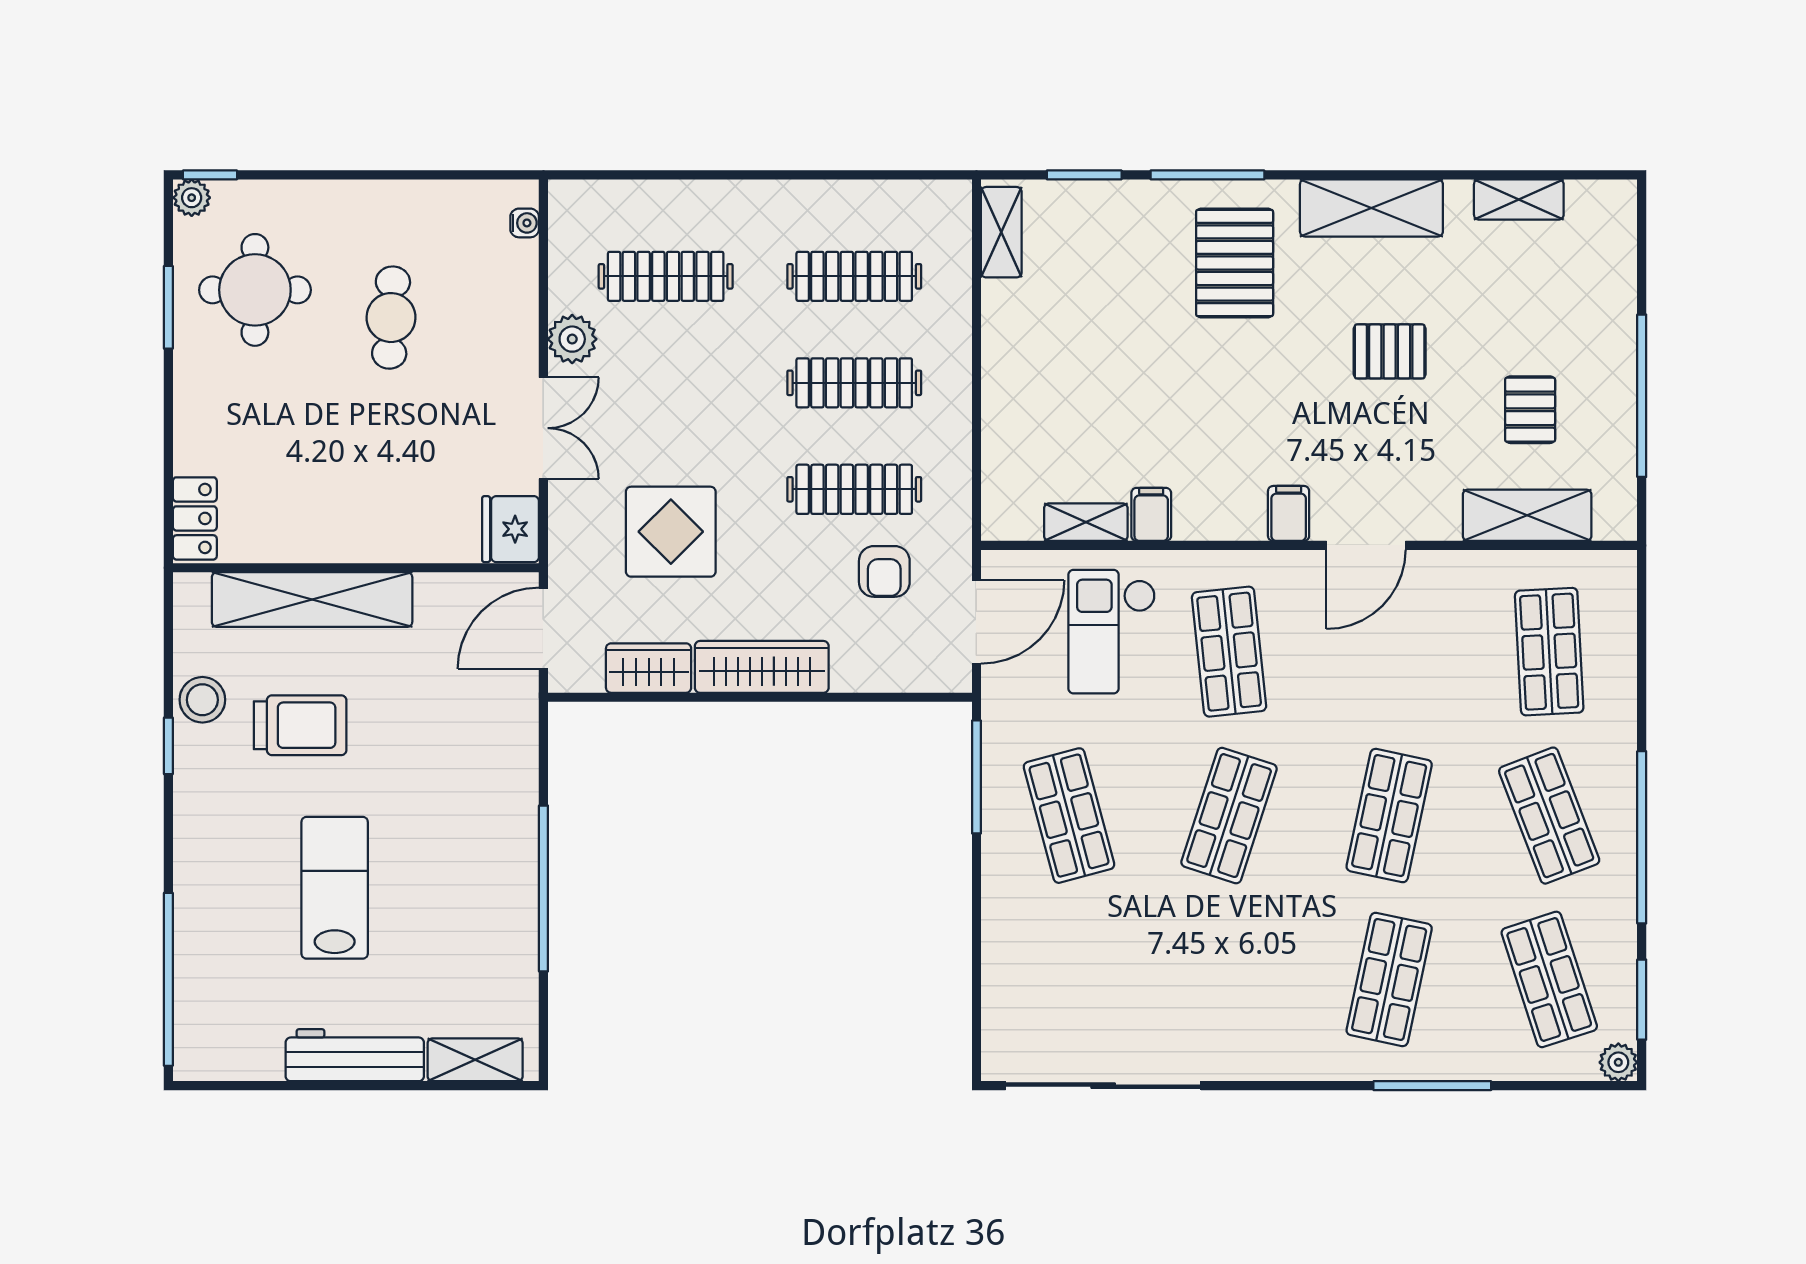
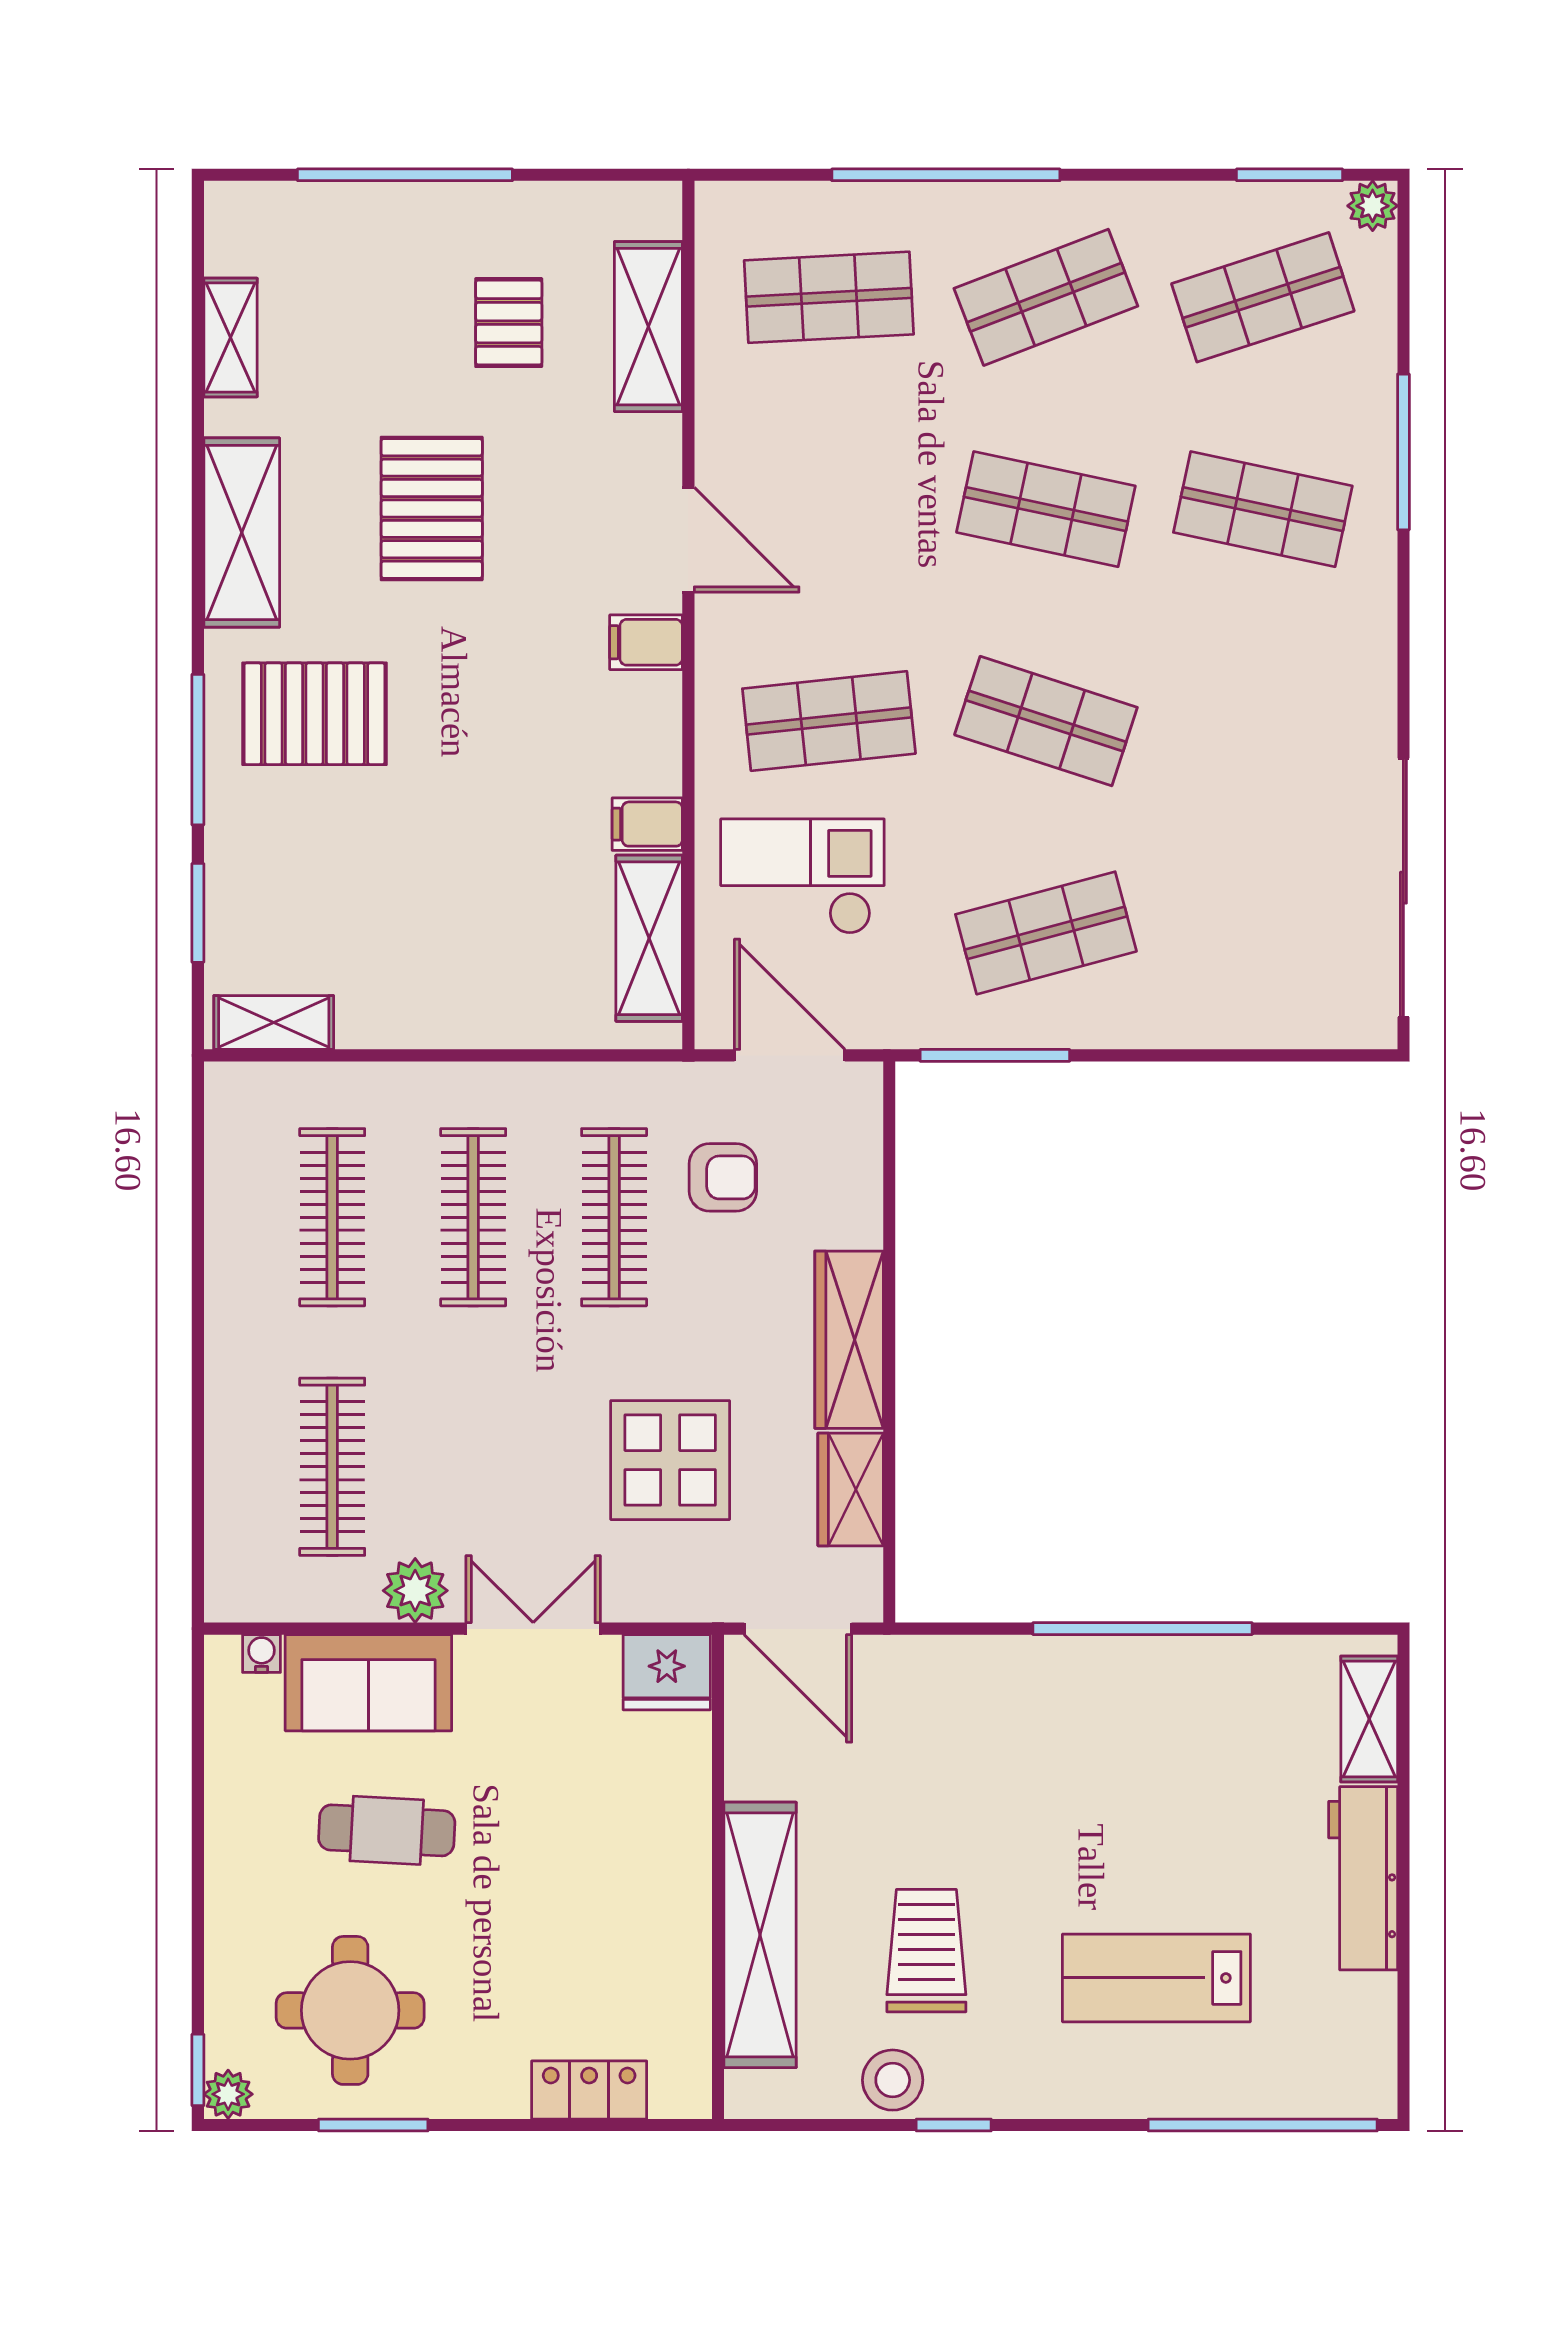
sofa: (503, 304) -> (368, 1683), added
pallet: (1390, 351) -> (432, 508), width x1.50, depth x1.42
window: (1642, 396) -> (405, 175), moved
pallet: (1530, 410) -> (509, 323), turned 90
locker: (195, 518) -> (589, 2090), moved
shelving: (1086, 522) -> (649, 938), width x1.50, depth x1.33
checkout: (1112, 632) -> (802, 876), turned 180
window: (1642, 837) -> (946, 175), moved
lab bench: (335, 888) -> (1156, 1978), moved

